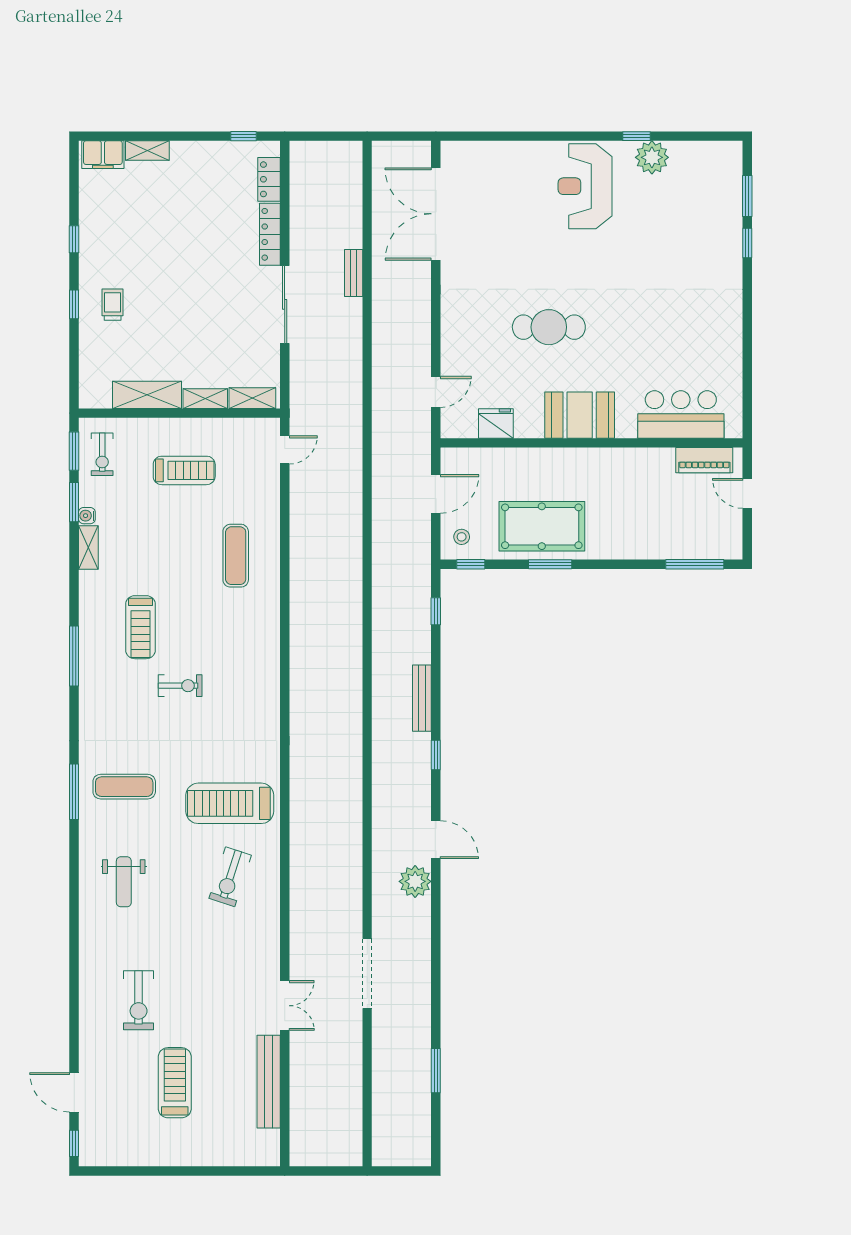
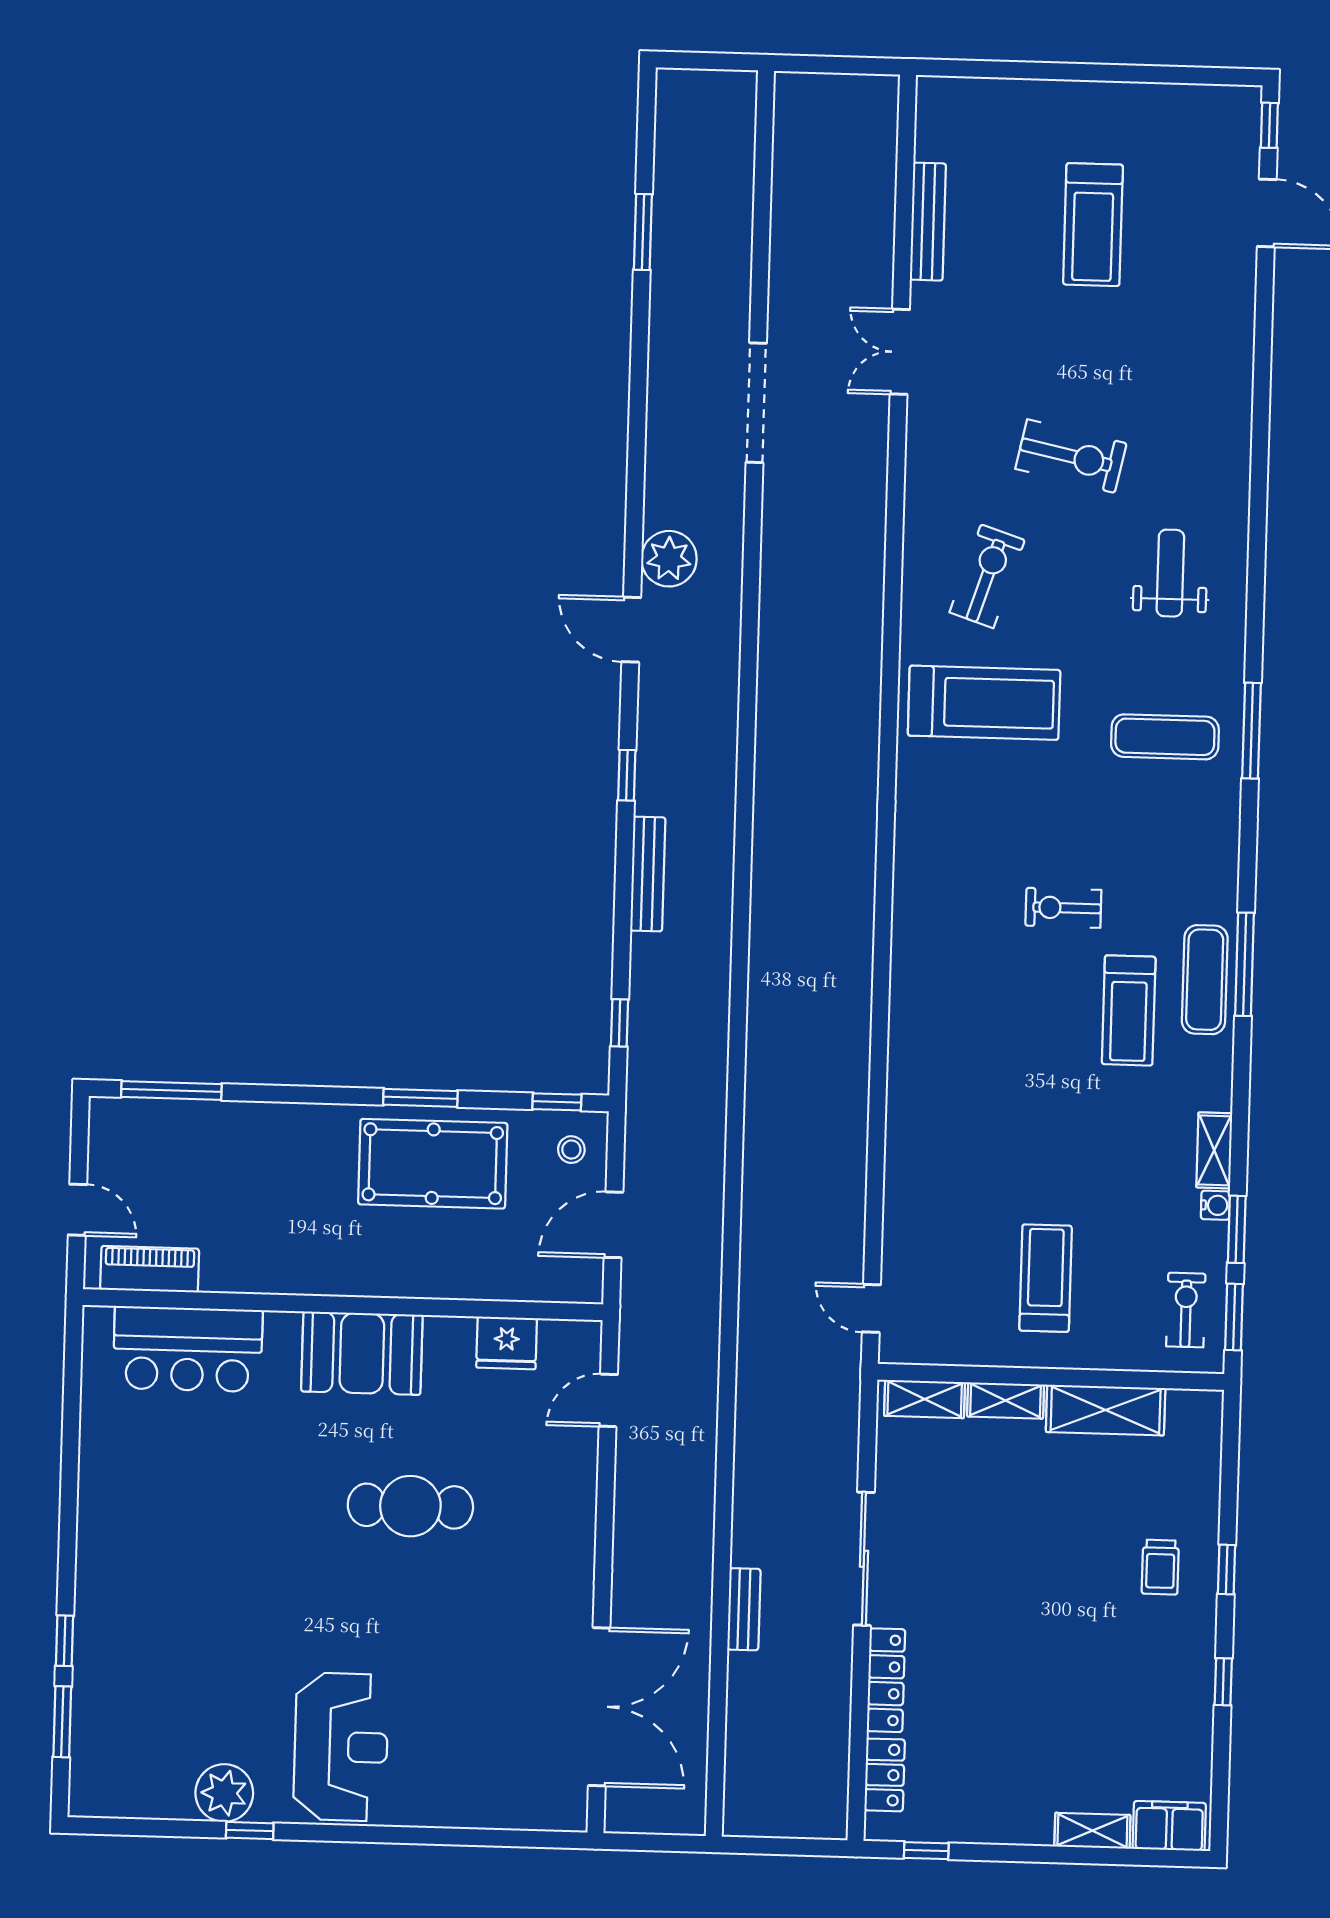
door: (285, 450) -> (871, 1308), hinge flipped
treadmill: (184, 470) -> (1046, 1278), turned 90
exercise mat: (236, 556) -> (1205, 980), moved
treadmill: (140, 627) -> (1129, 1010), turned 180
exercise bike: (139, 1000) -> (1071, 456), moved, turned 102
bench: (269, 1082) -> (928, 222), width x0.73, depth x0.82

